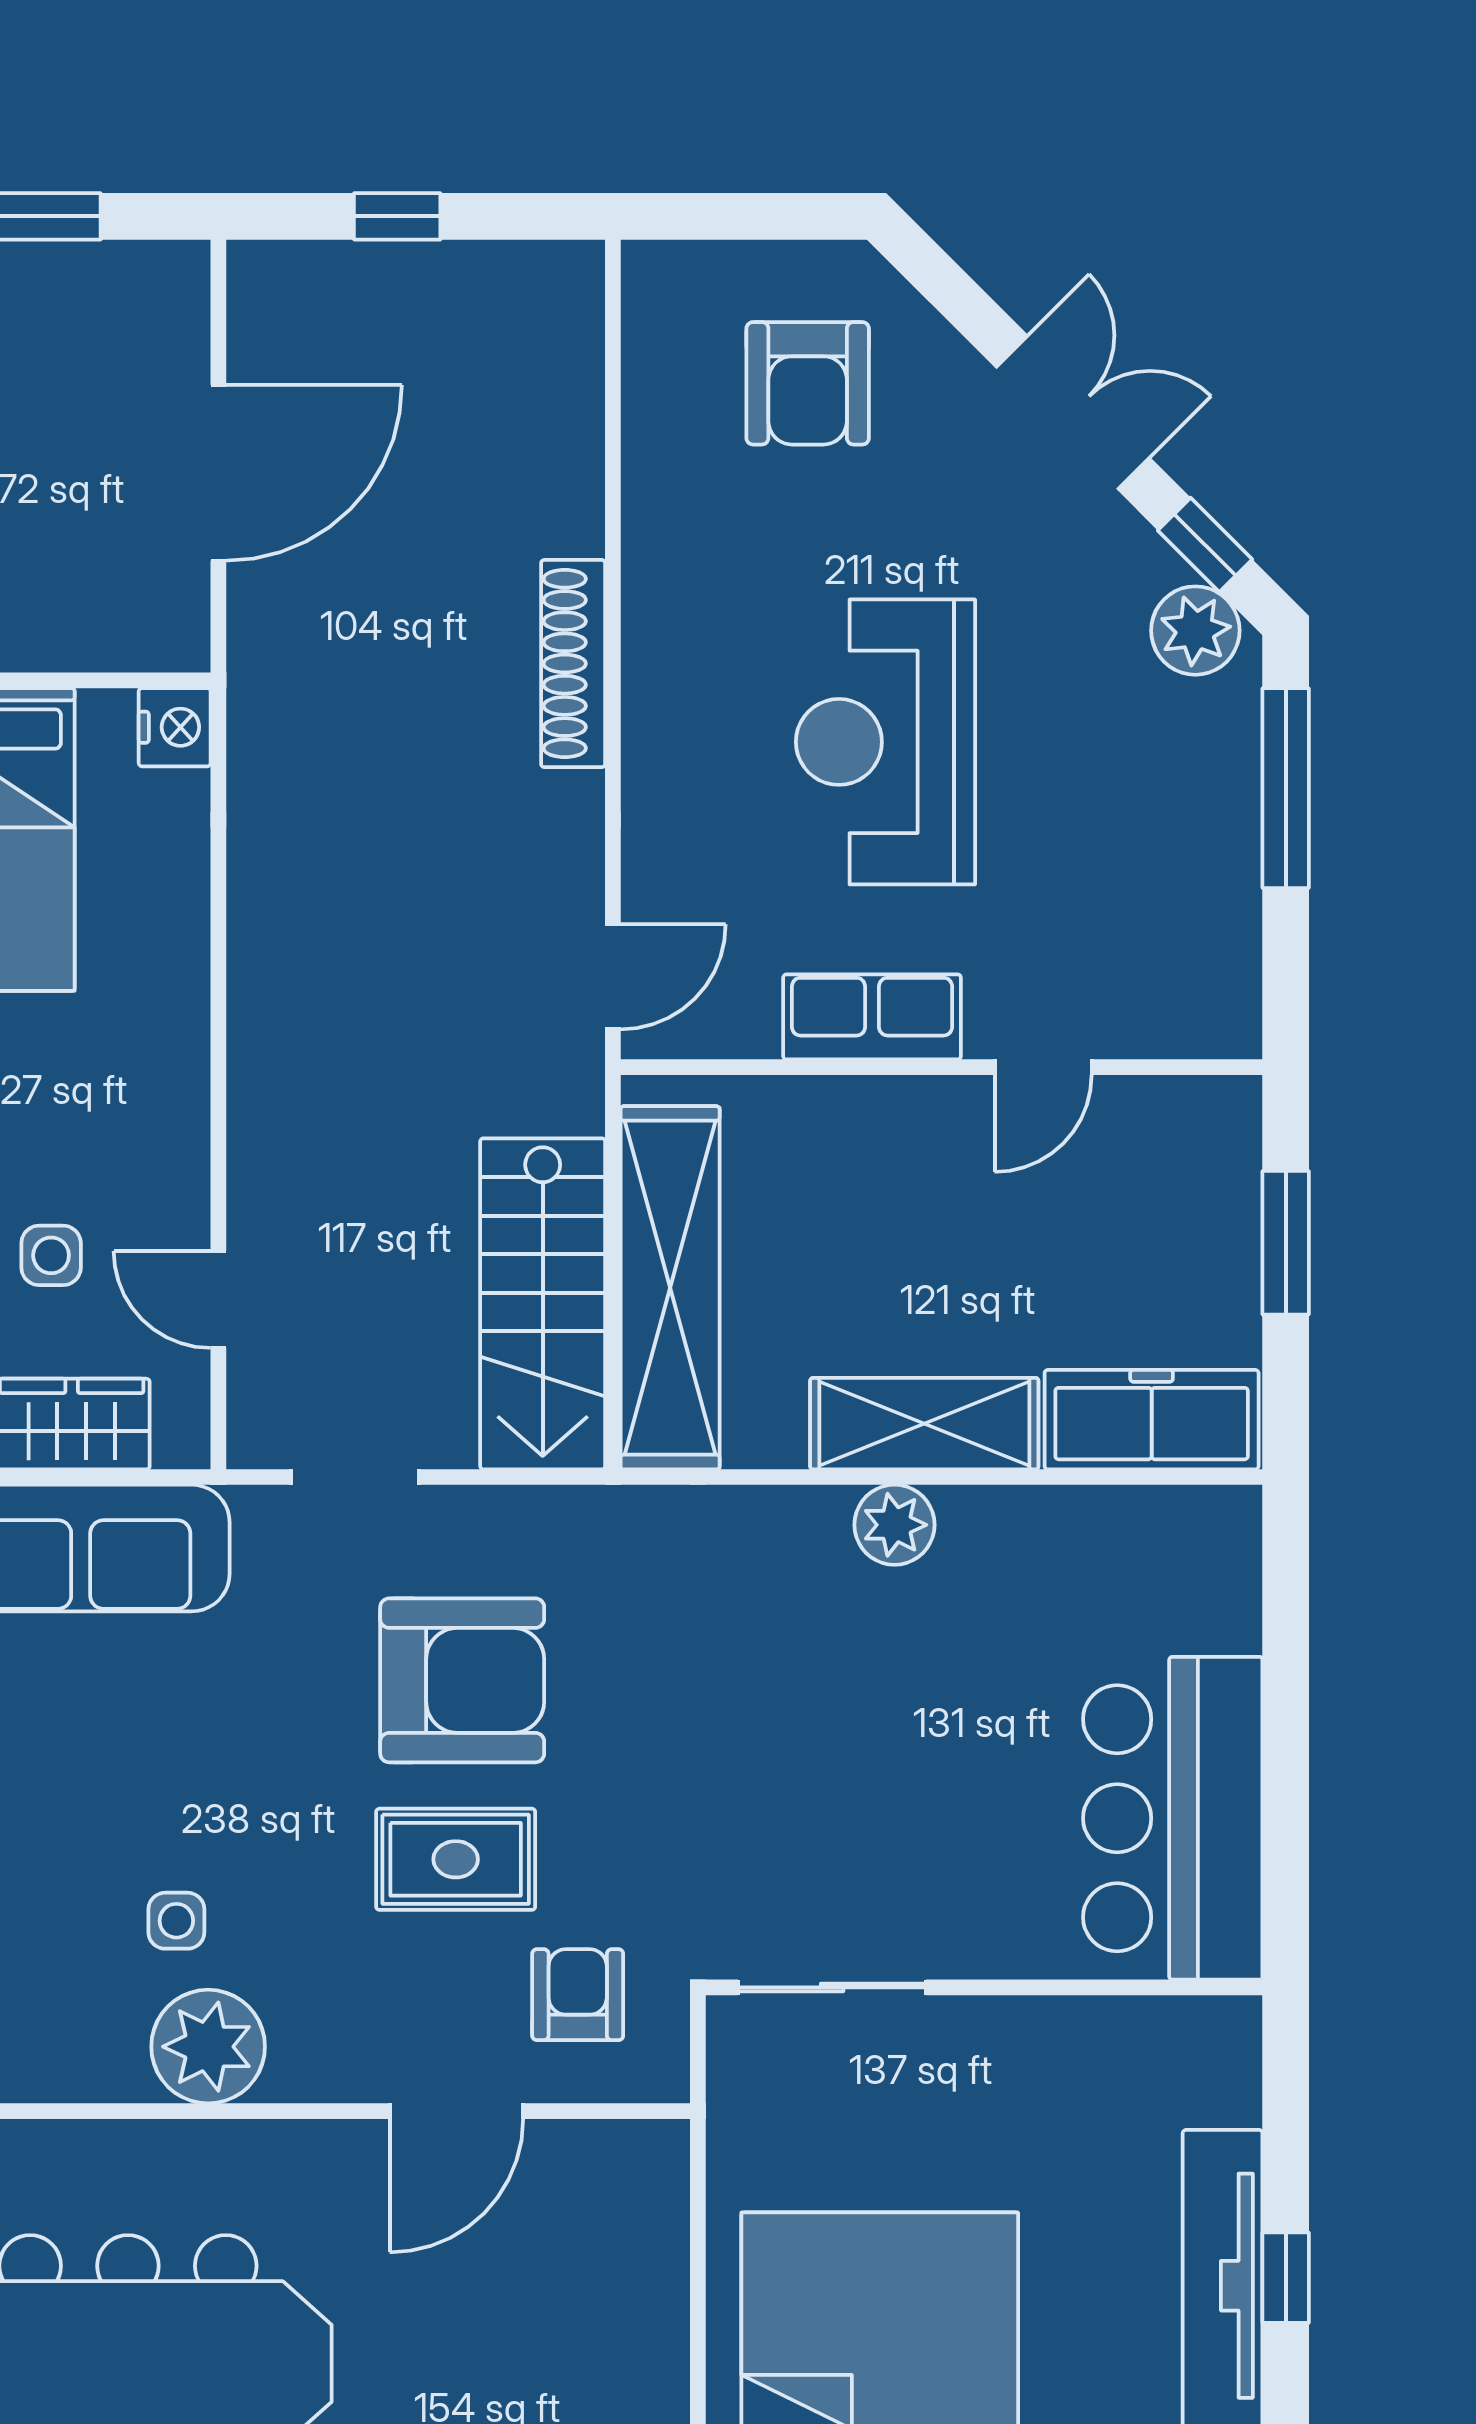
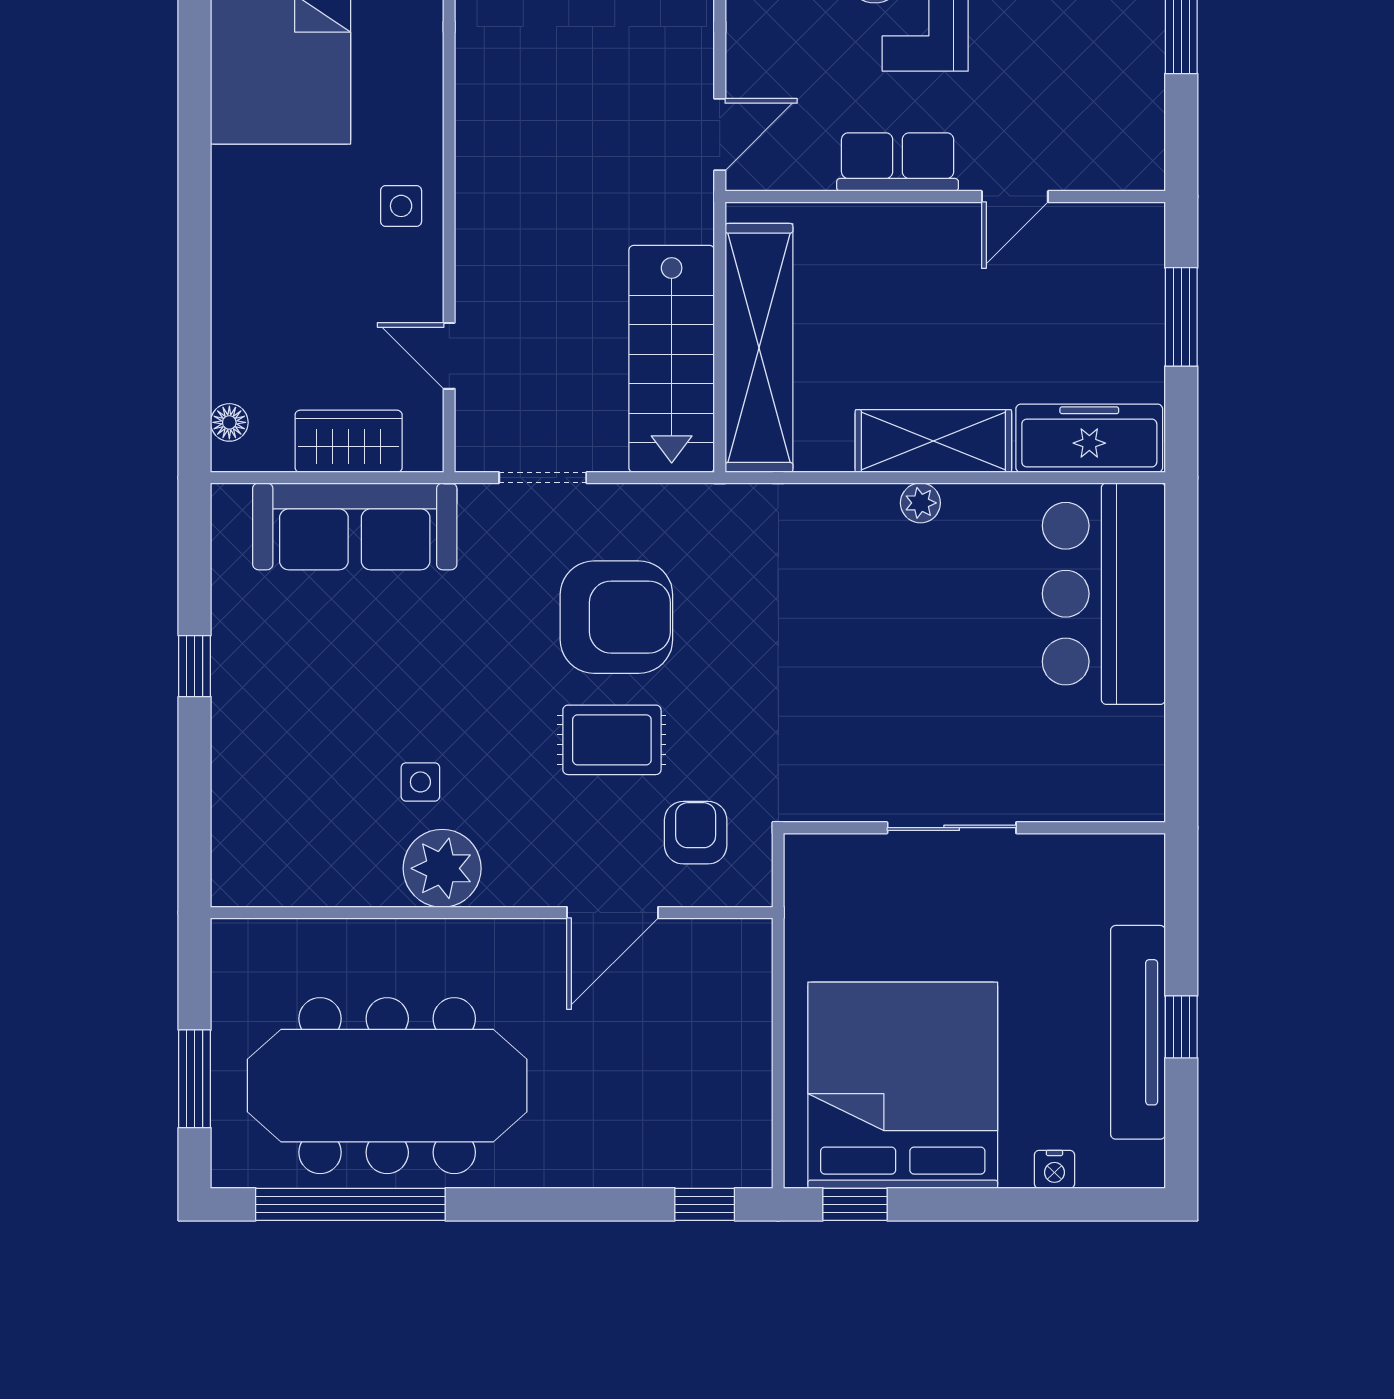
side table: (51, 1255) -> (401, 206), moved
plant: (895, 1525) -> (920, 503), width x0.73, depth x0.73
bar counter: (1173, 1818) -> (1104, 594), moved
sliding door: (832, 1987) -> (952, 828), moved

